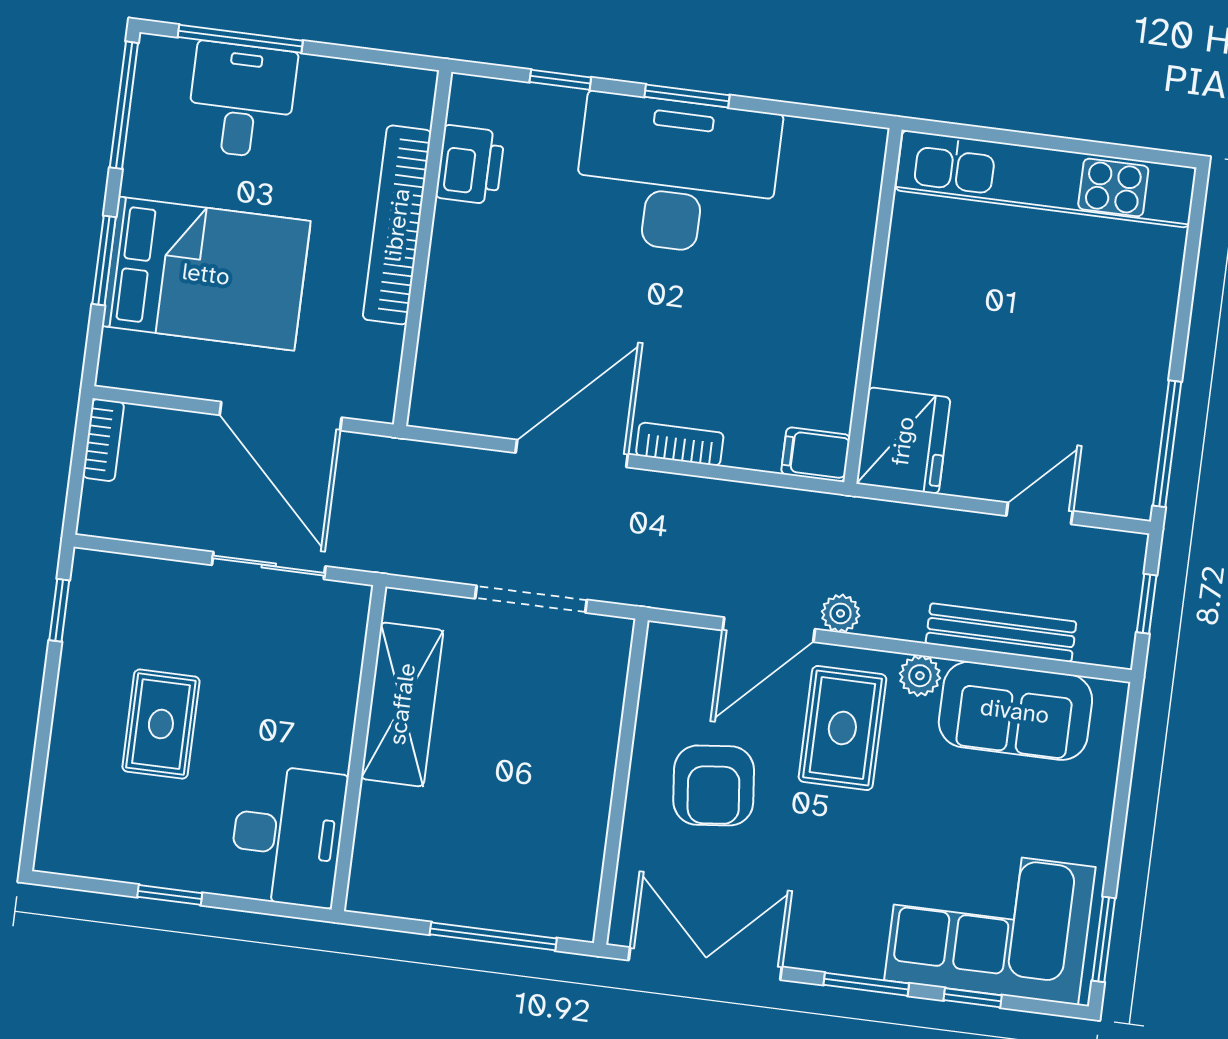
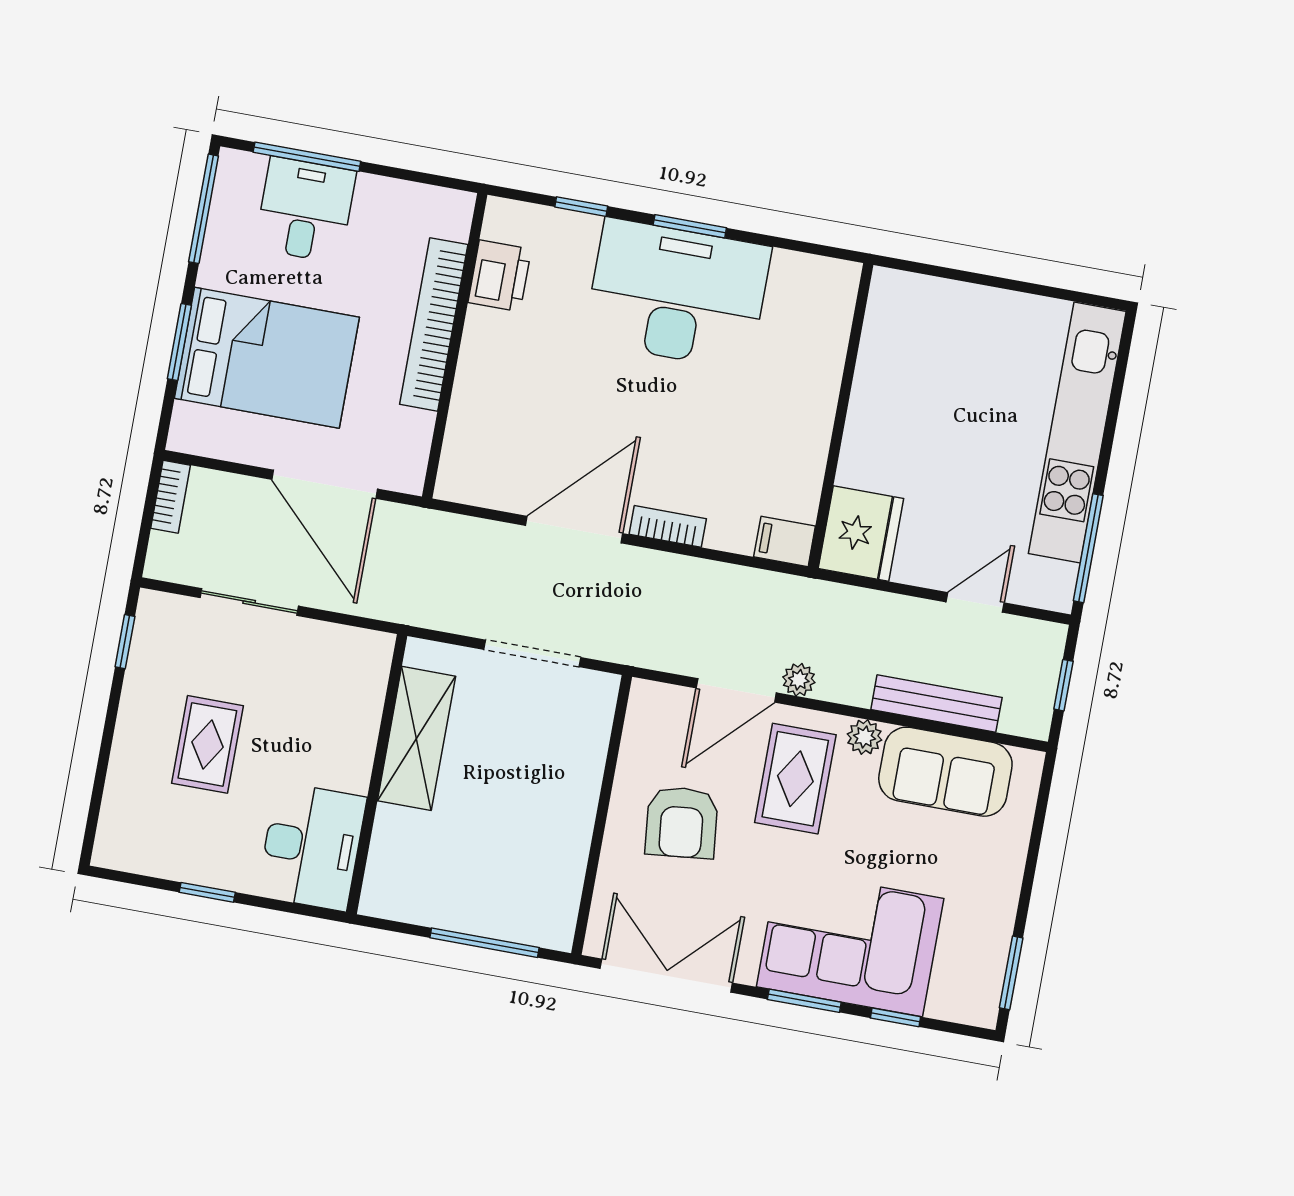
kitchen unit: (1046, 179) -> (1077, 432), moved, turned 90
sliding door: (269, 566) -> (249, 602), moved
corner sofa: (990, 924) -> (850, 943), moved

